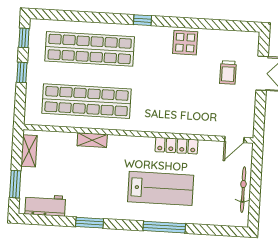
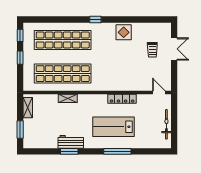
door: (234, 139) -> (159, 93), swing flipped
lab bench: (161, 188) -> (114, 127), turned 180
workbench: (45, 205) -> (71, 142), moved

